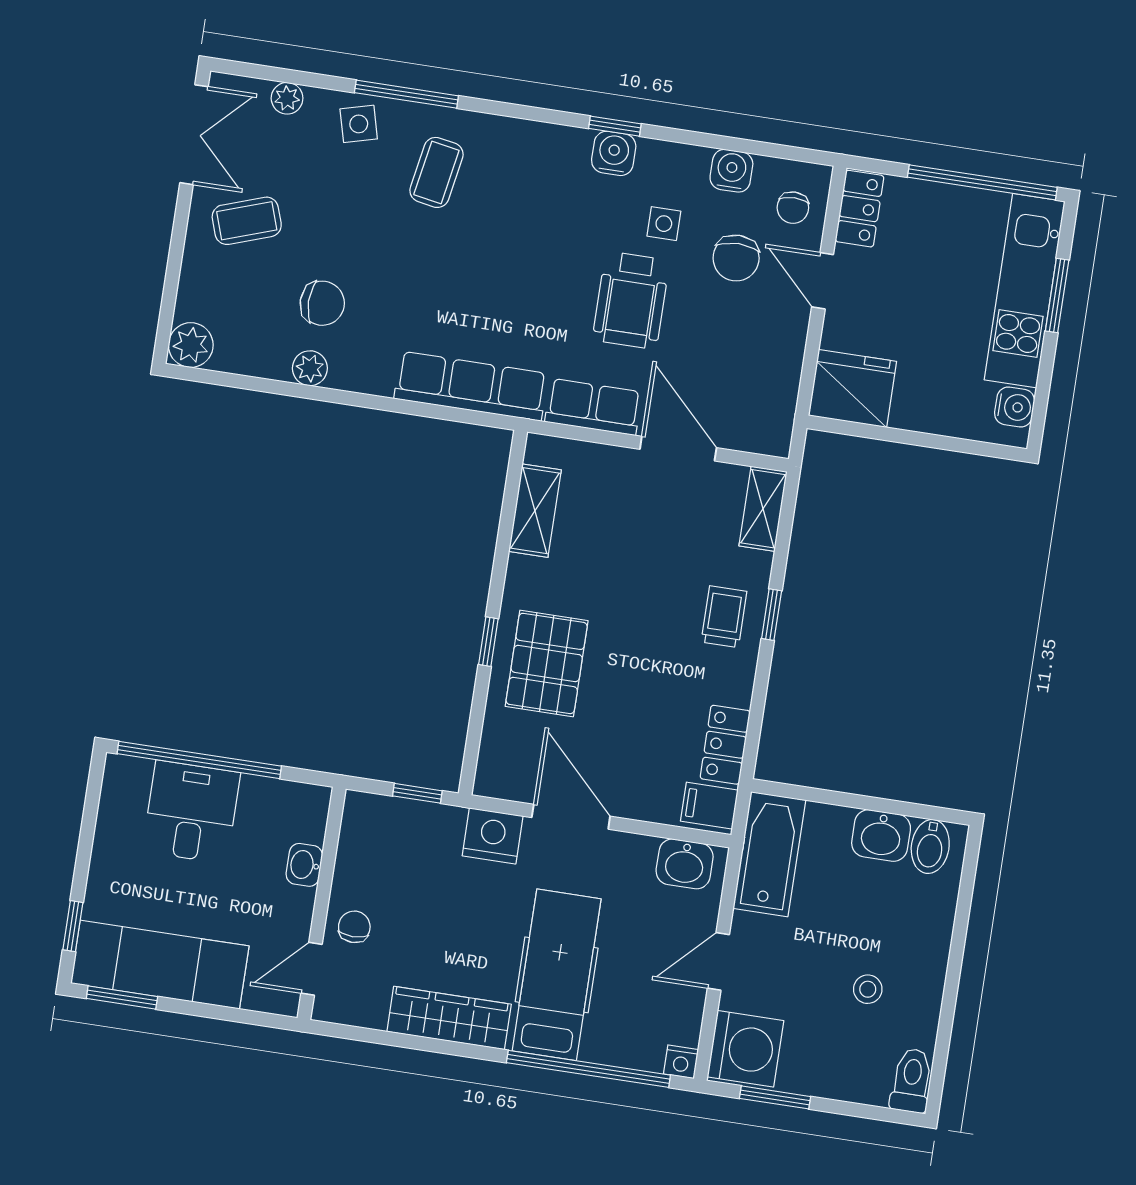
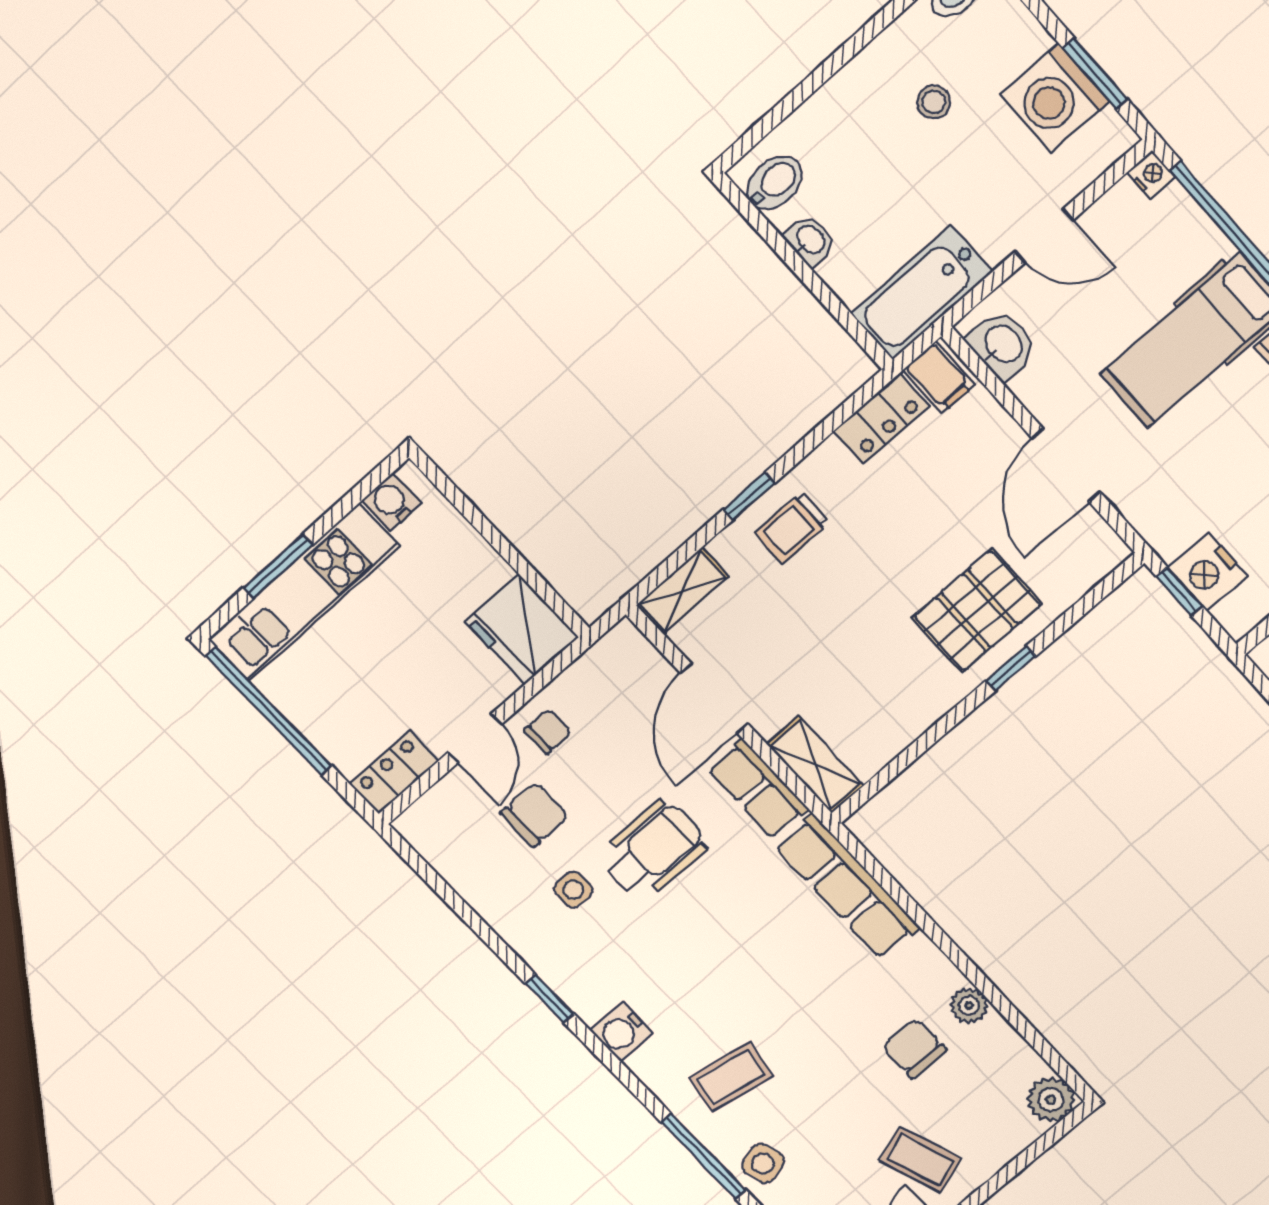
water cooler: (614, 153) -> (621, 1032), moved
water cooler: (731, 171) -> (480, 888), removed
chair: (793, 208) -> (548, 731), moved
shelving: (535, 511) -> (815, 765), moved, turned 90
nightstand: (493, 836) -> (1208, 572), moved
washbasin: (881, 836) -> (810, 240), width x0.72, depth x0.69
washing machine: (745, 1049) -> (1055, 98), moved, turned -90

